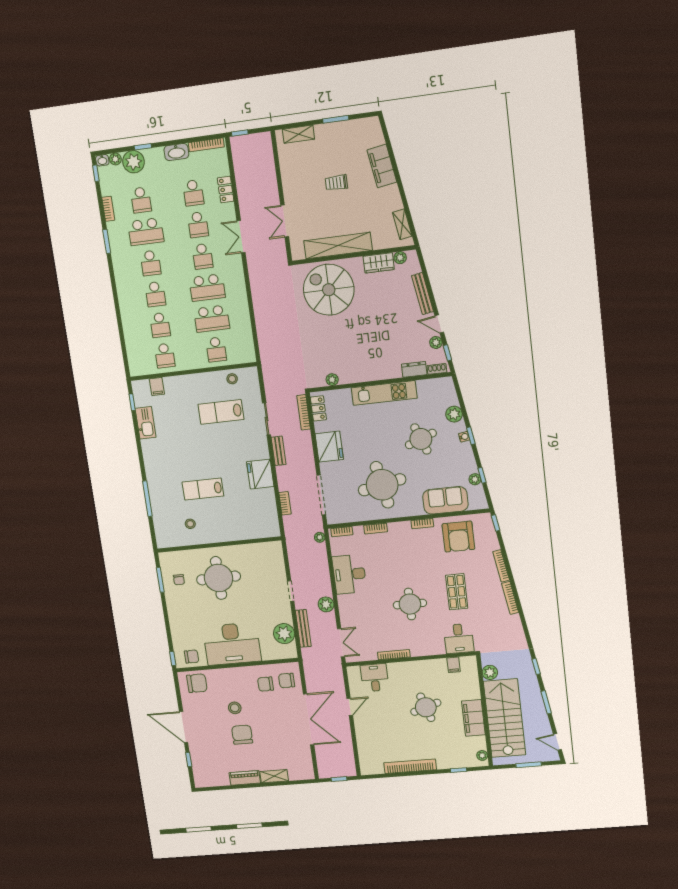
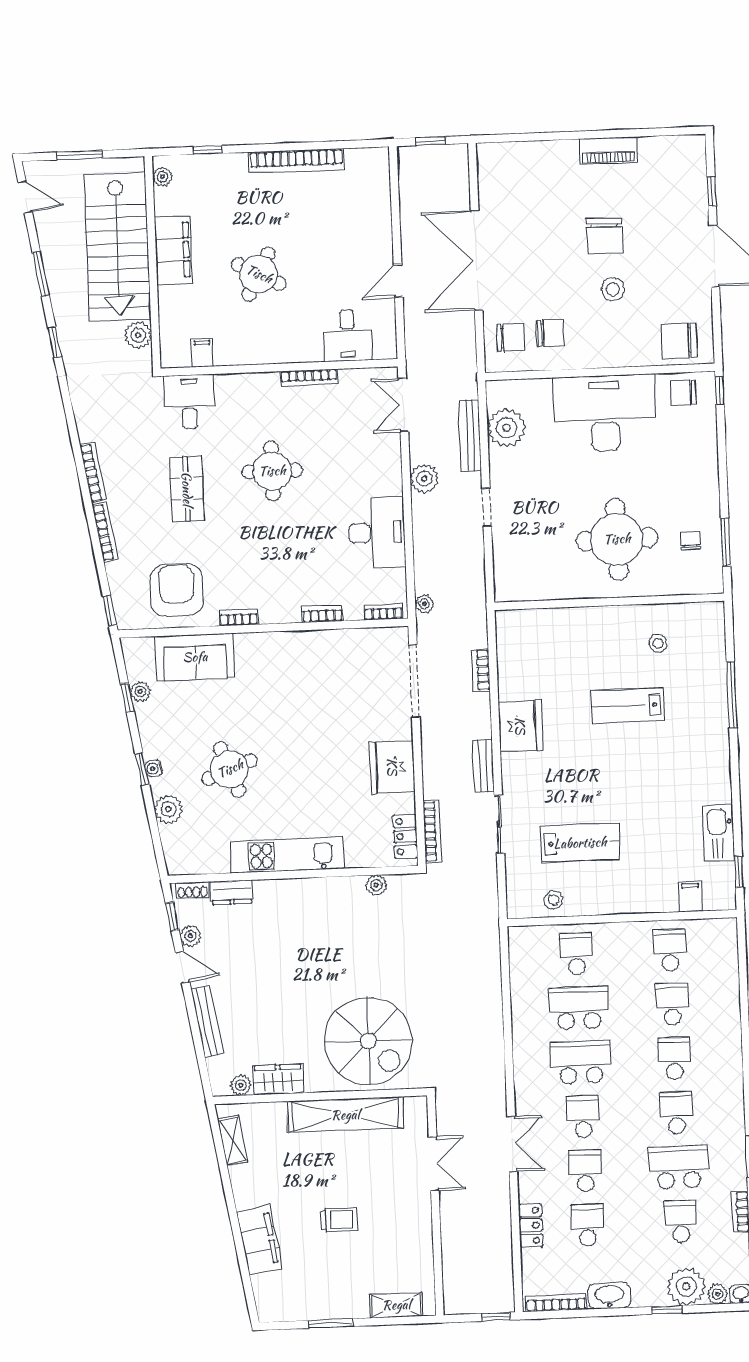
round table: (382, 485) -> (304, 692), removed
lab bench: (203, 489) -> (628, 706), turned 180
round table: (426, 707) -> (259, 274), turned 45
shelving: (274, 776) -> (552, 152), removed

